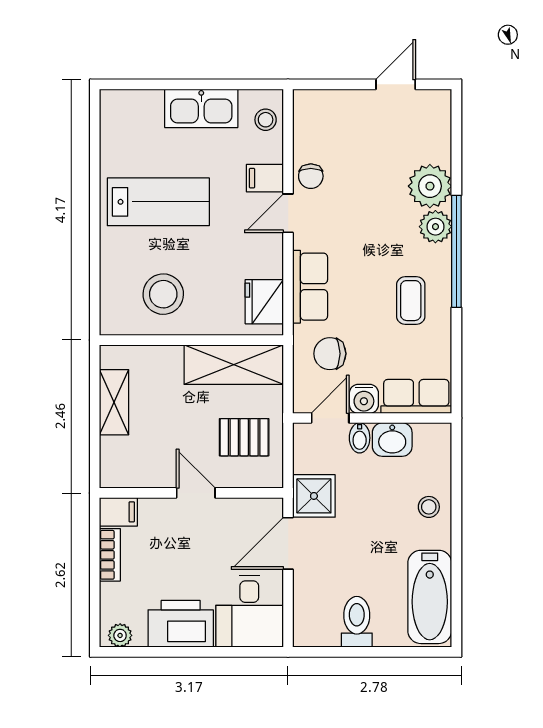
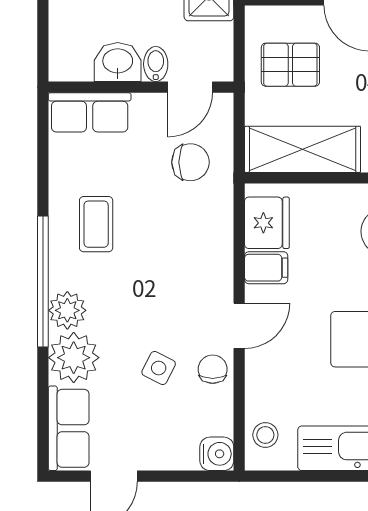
side table: (357, 177) -> (159, 368), added
filing cabinet: (265, 178) -> (266, 268), moved
row of seats: (310, 287) -> (69, 428), moved, turned 180
water cooler: (364, 399) -> (217, 454), moved, turned 90

